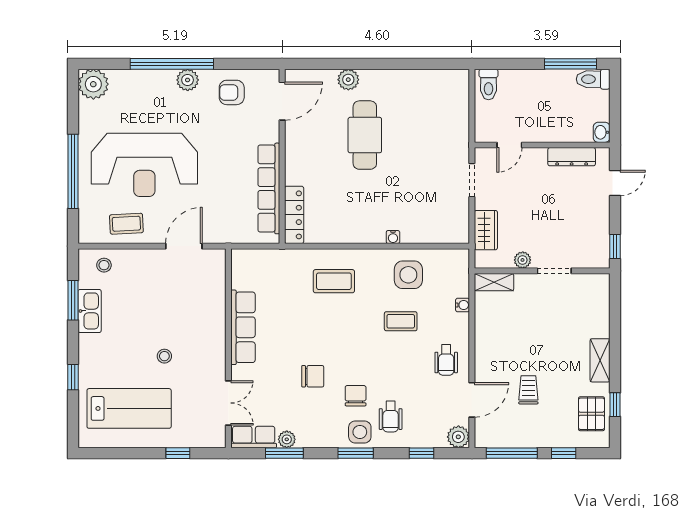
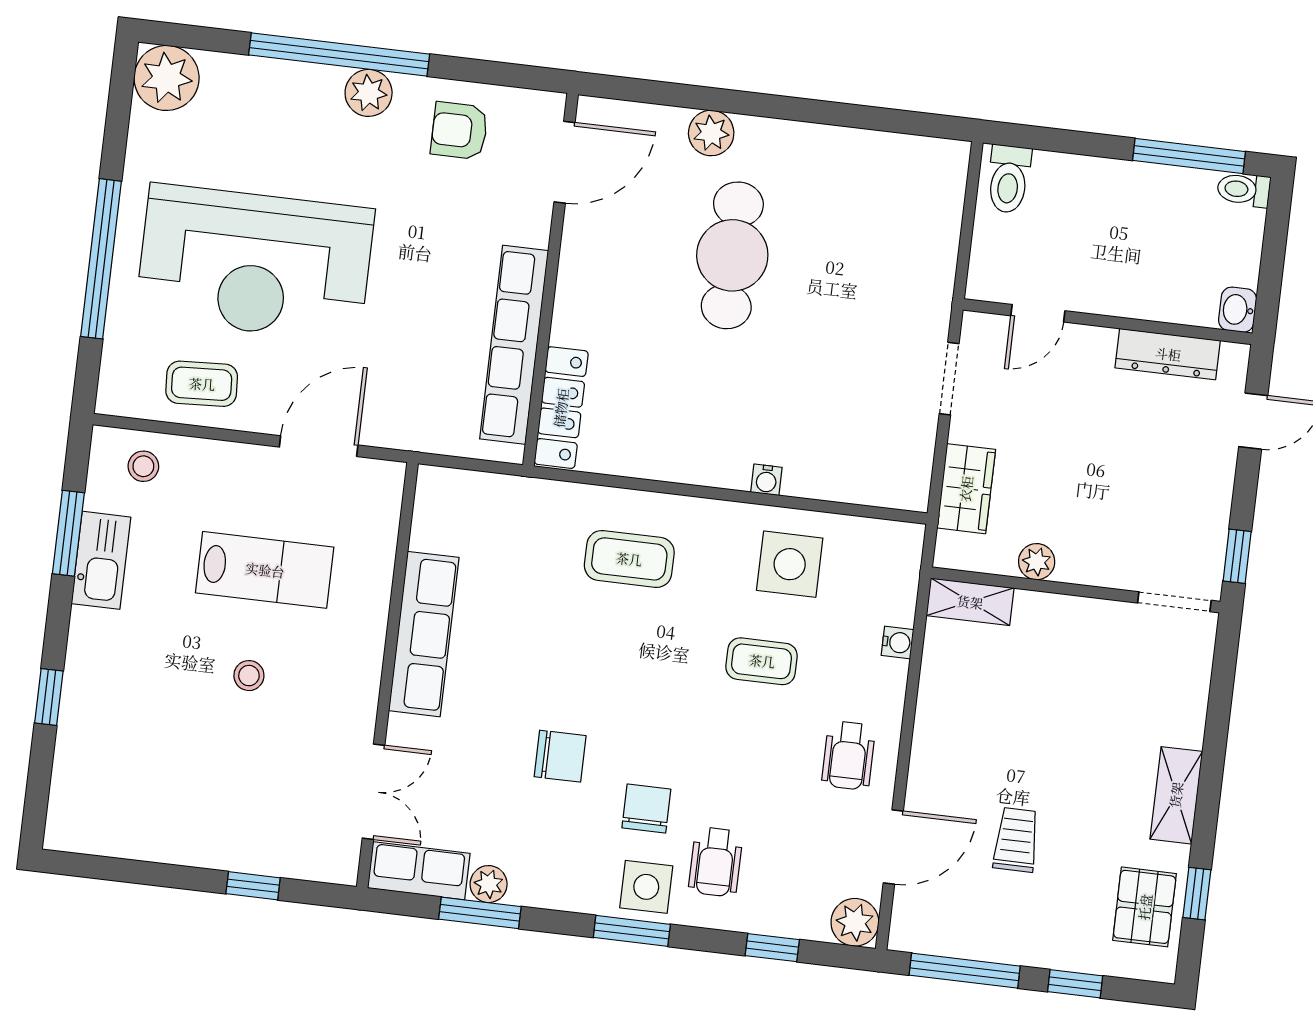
toilet: (593, 79) -> (1244, 190), width x0.73, depth x0.72
doorway: (554, 271) -> (1174, 602), moved
lab bench: (129, 408) -> (265, 570), moved, width x0.73, depth x0.72

